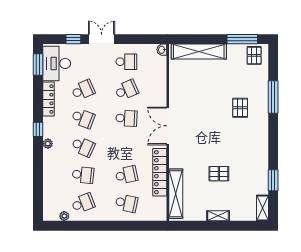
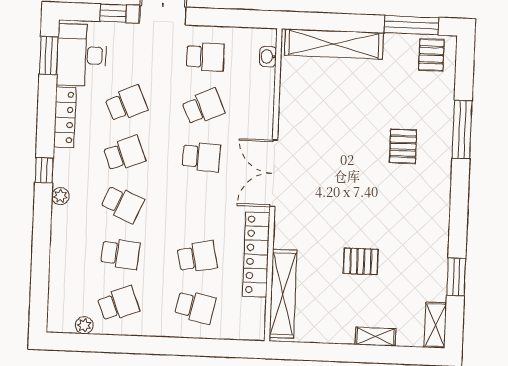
washbasin: (162, 50) -> (268, 57), moved
school desk: (83, 118) -> (124, 154), turned -42
shelving: (218, 216) -> (375, 337), moved

